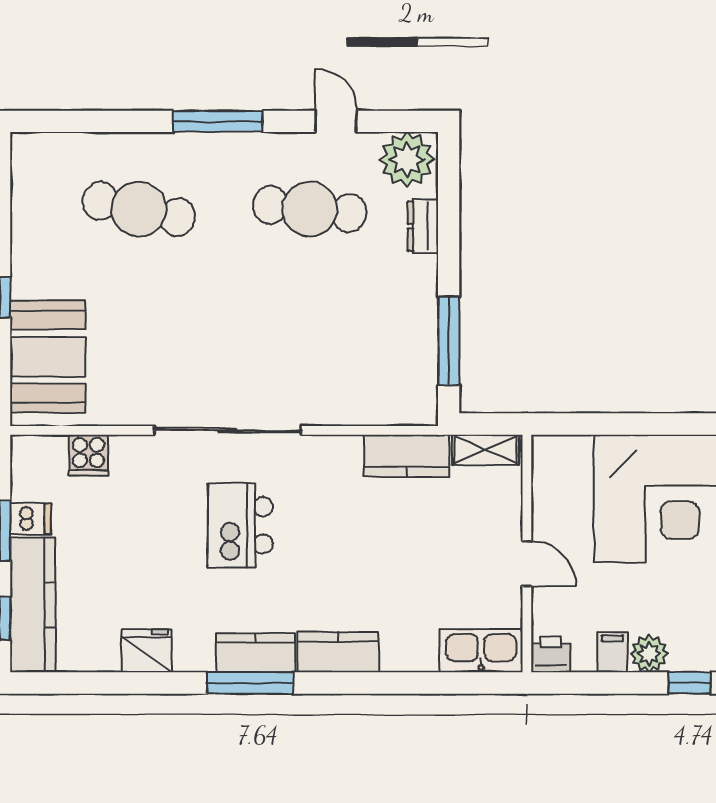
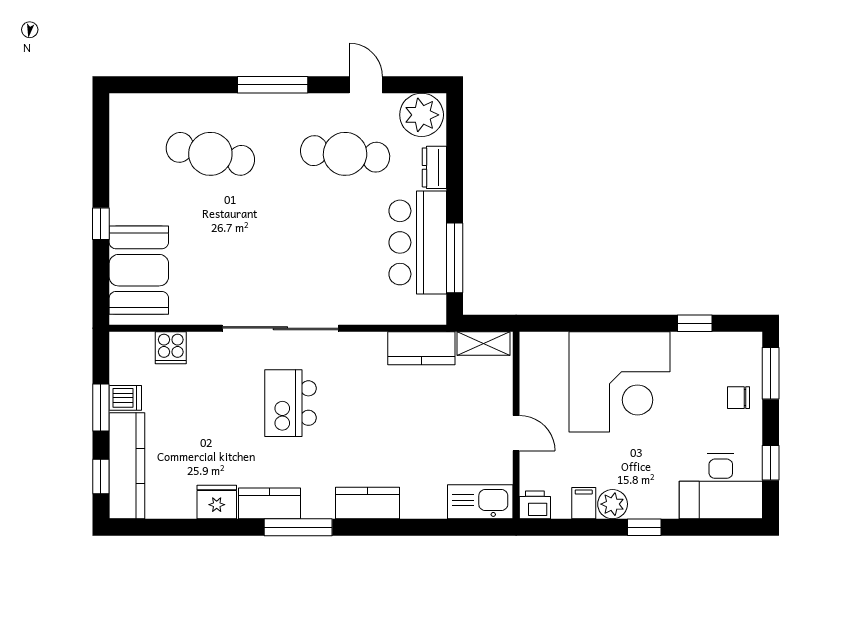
bar counter: (402, 322) -> (418, 242), added
kitchen counter: (256, 653) -> (269, 503), moved

